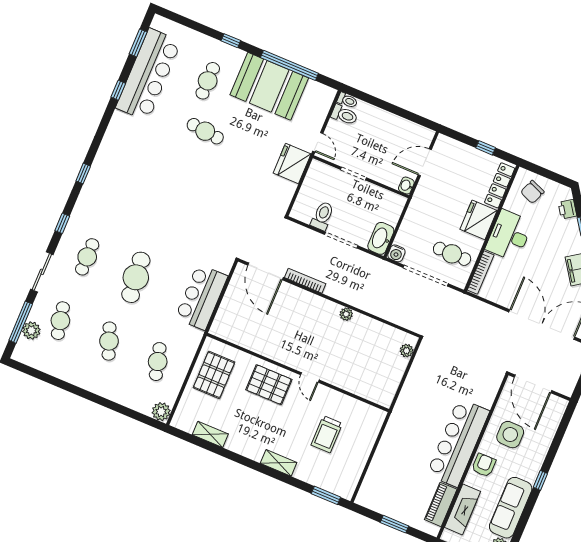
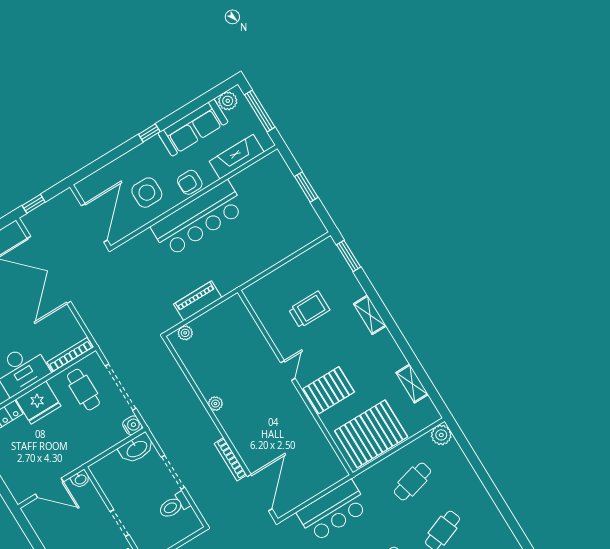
pallet: (214, 375) -> (371, 434), width x1.37, depth x1.41
pallet: (269, 385) -> (329, 390), turned 90
piano: (441, 504) -> (198, 301), moved, turned 180

